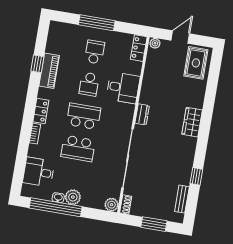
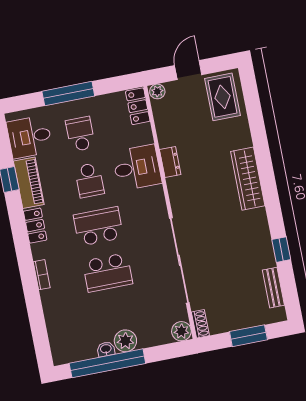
locker: (41, 111) -> (35, 226), moved
dresser: (142, 114) -> (170, 162), moved
wardrobe: (192, 122) -> (248, 179), width x1.50
desk: (39, 172) -> (30, 137), moved

